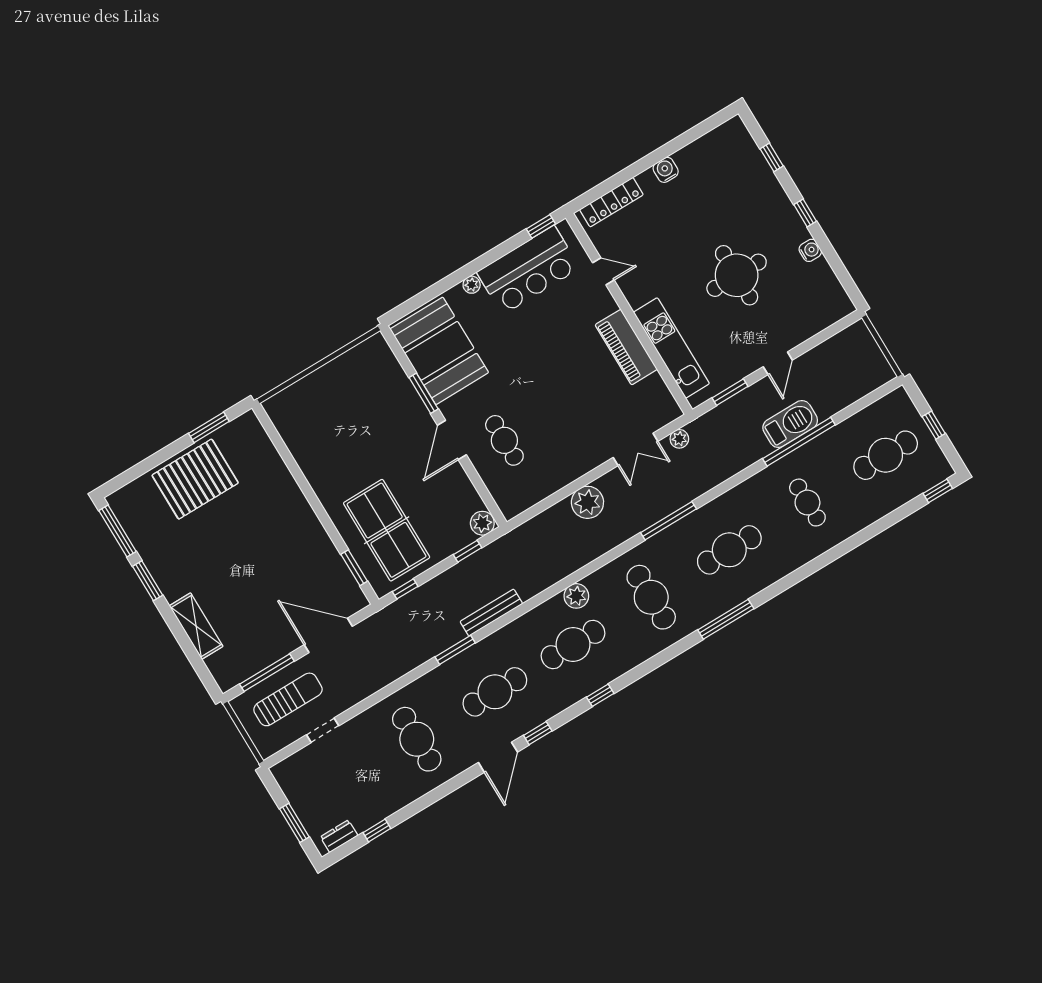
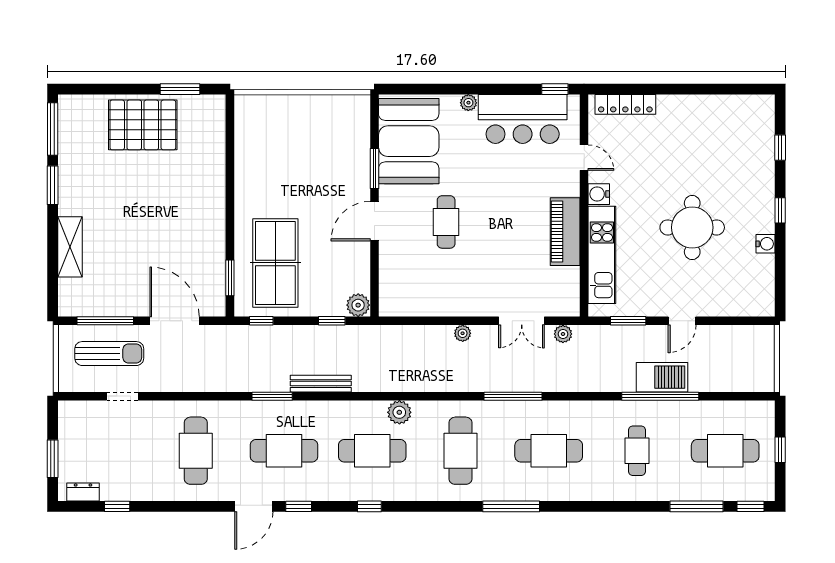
water cooler: (666, 170) -> (599, 194), moved, turned -90
cafe table: (504, 440) -> (446, 222), moved
plant: (587, 502) -> (463, 333), width x0.53, depth x0.53
window: (890, 520) -> (696, 506), added

